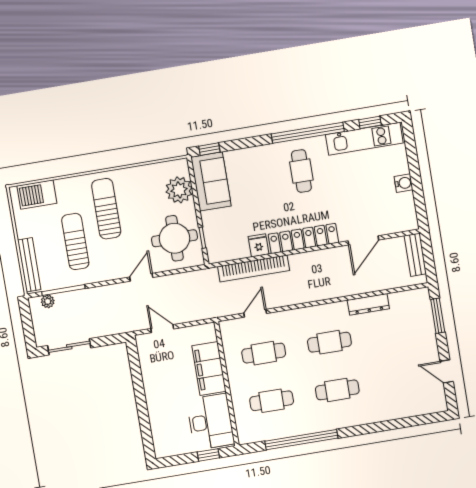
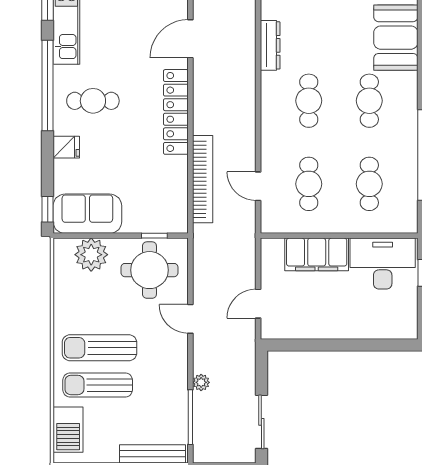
door: (363, 240) -> (190, 39), swing flipped
sun lounger: (75, 242) -> (98, 385), moved
fridge: (259, 245) -> (66, 147), moved, turned 180
plant: (48, 301) -> (201, 382), moved
booth: (391, 403) -> (396, 38), added

